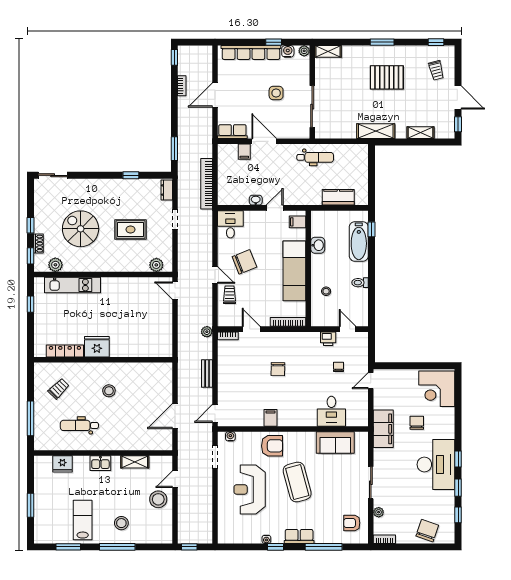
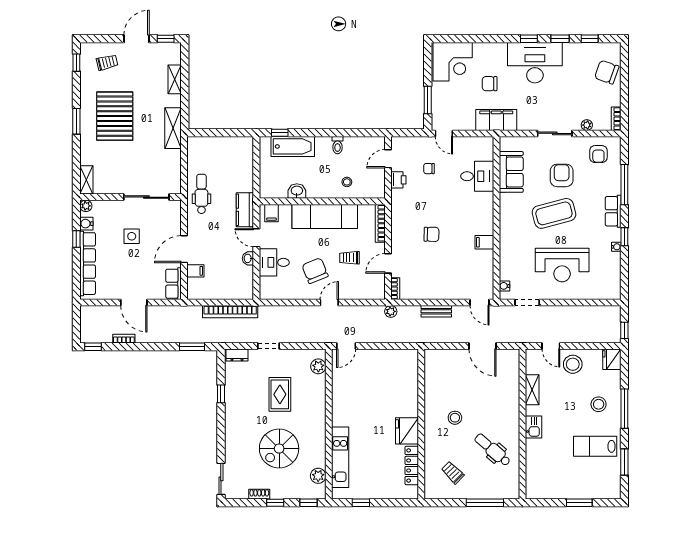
pallet: (387, 77) -> (115, 116), width x1.37, depth x1.41
kitchen counter: (338, 197) -> (245, 210), moved
desk: (230, 224) -> (274, 262), moved
shoe rack: (39, 244) -> (259, 494), moved
trolley: (230, 295) -> (349, 258), moved
window: (402, 366) -> (428, 100), added
dental chair: (79, 425) -> (493, 450), turned 131
armchair: (272, 446) -> (562, 175), moved
fridge: (62, 464) -> (612, 359), moved, turned 180

